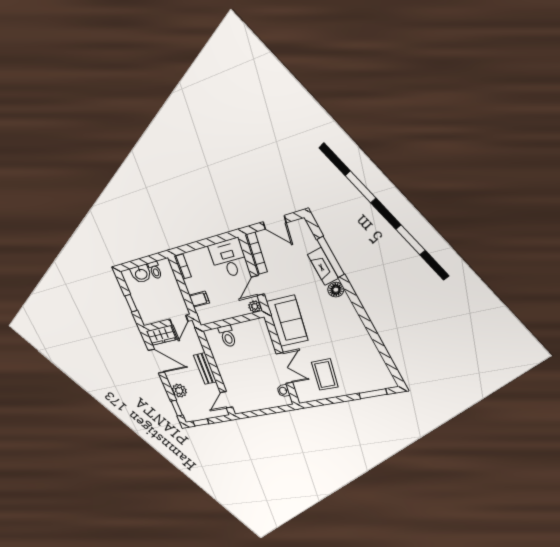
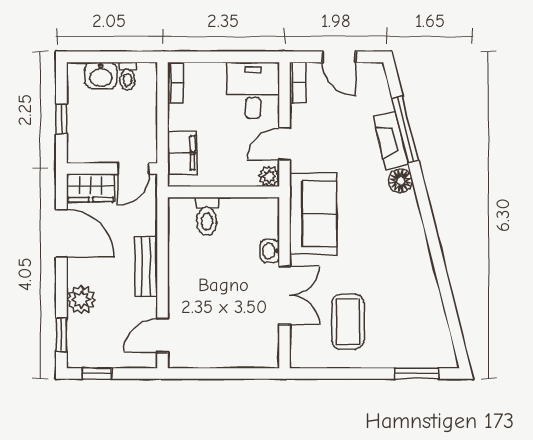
bookcase: (256, 254) -> (298, 83), width x0.64
filing cabinet: (199, 299) -> (182, 153), width x2.00
washbasin: (283, 391) -> (270, 251), moved

